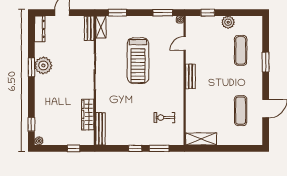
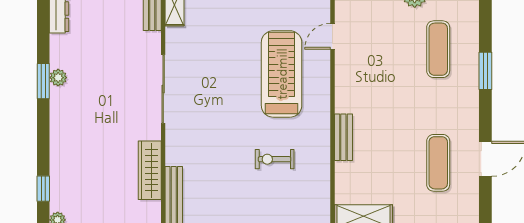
treadmill: (138, 61) -> (282, 74), moved, turned 180
plant: (43, 65) -> (58, 78), width x0.53, depth x0.53
bench: (190, 76) -> (343, 137), moved
exercise bike: (164, 118) -> (275, 159), moved

